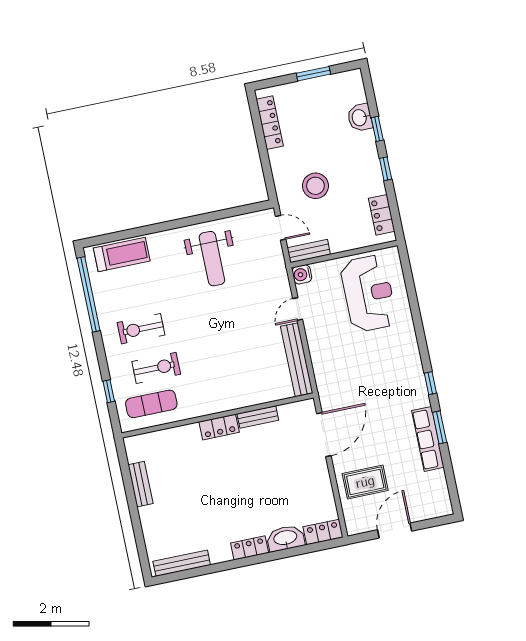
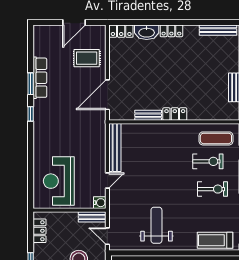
exercise bike: (156, 368) -> (208, 161), turned 180

